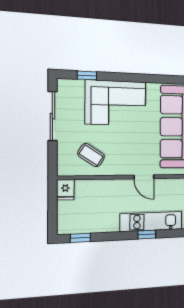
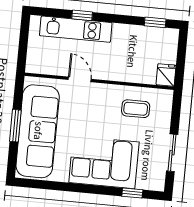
sliding door: (52, 116) -> (172, 153), width x0.73
coffee table: (91, 155) -> (136, 109), turned -33

